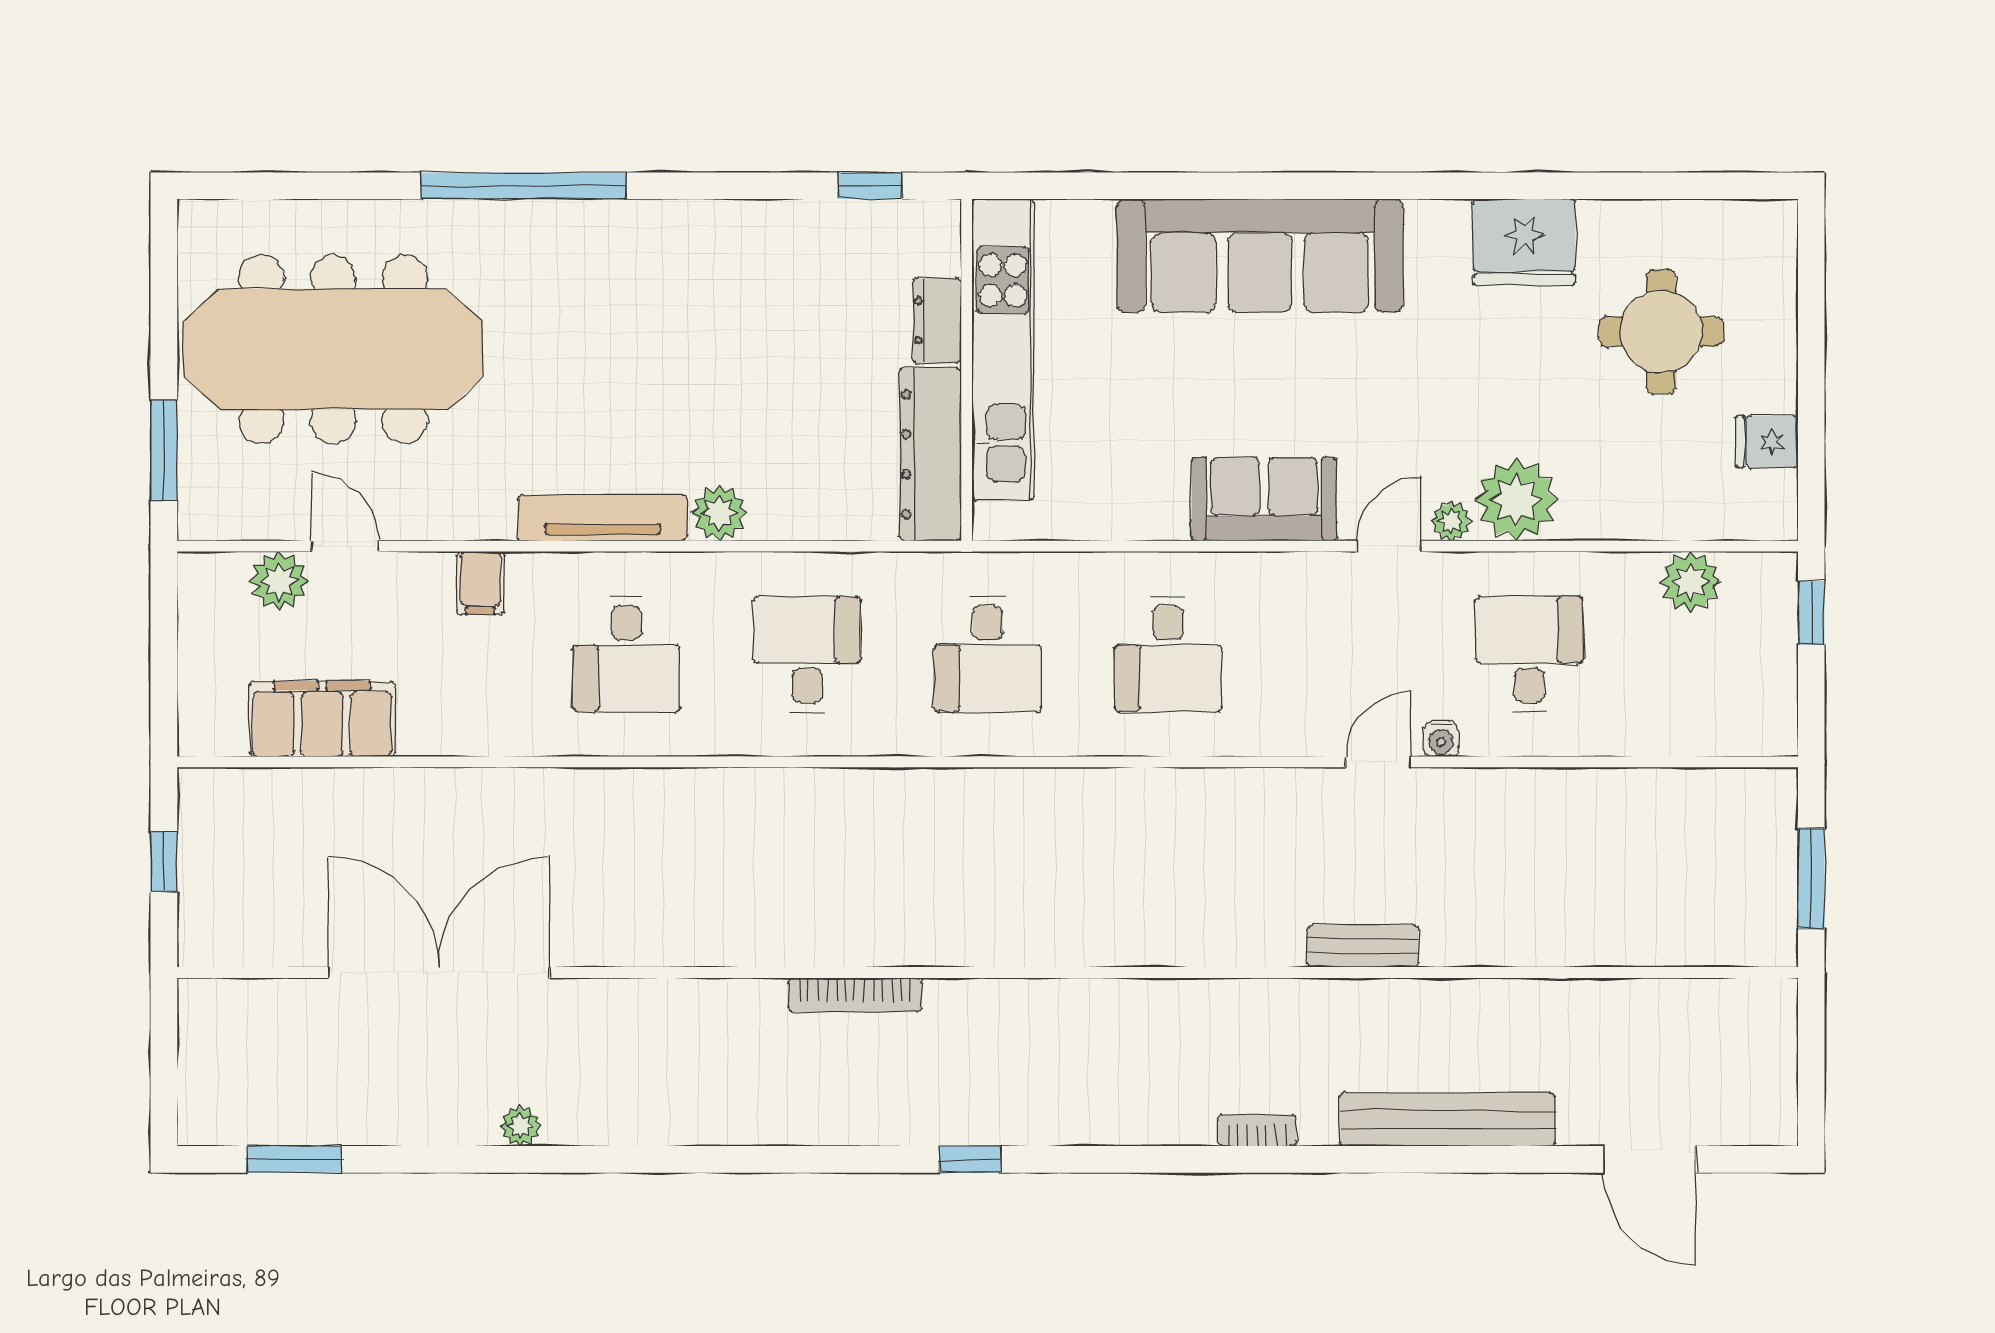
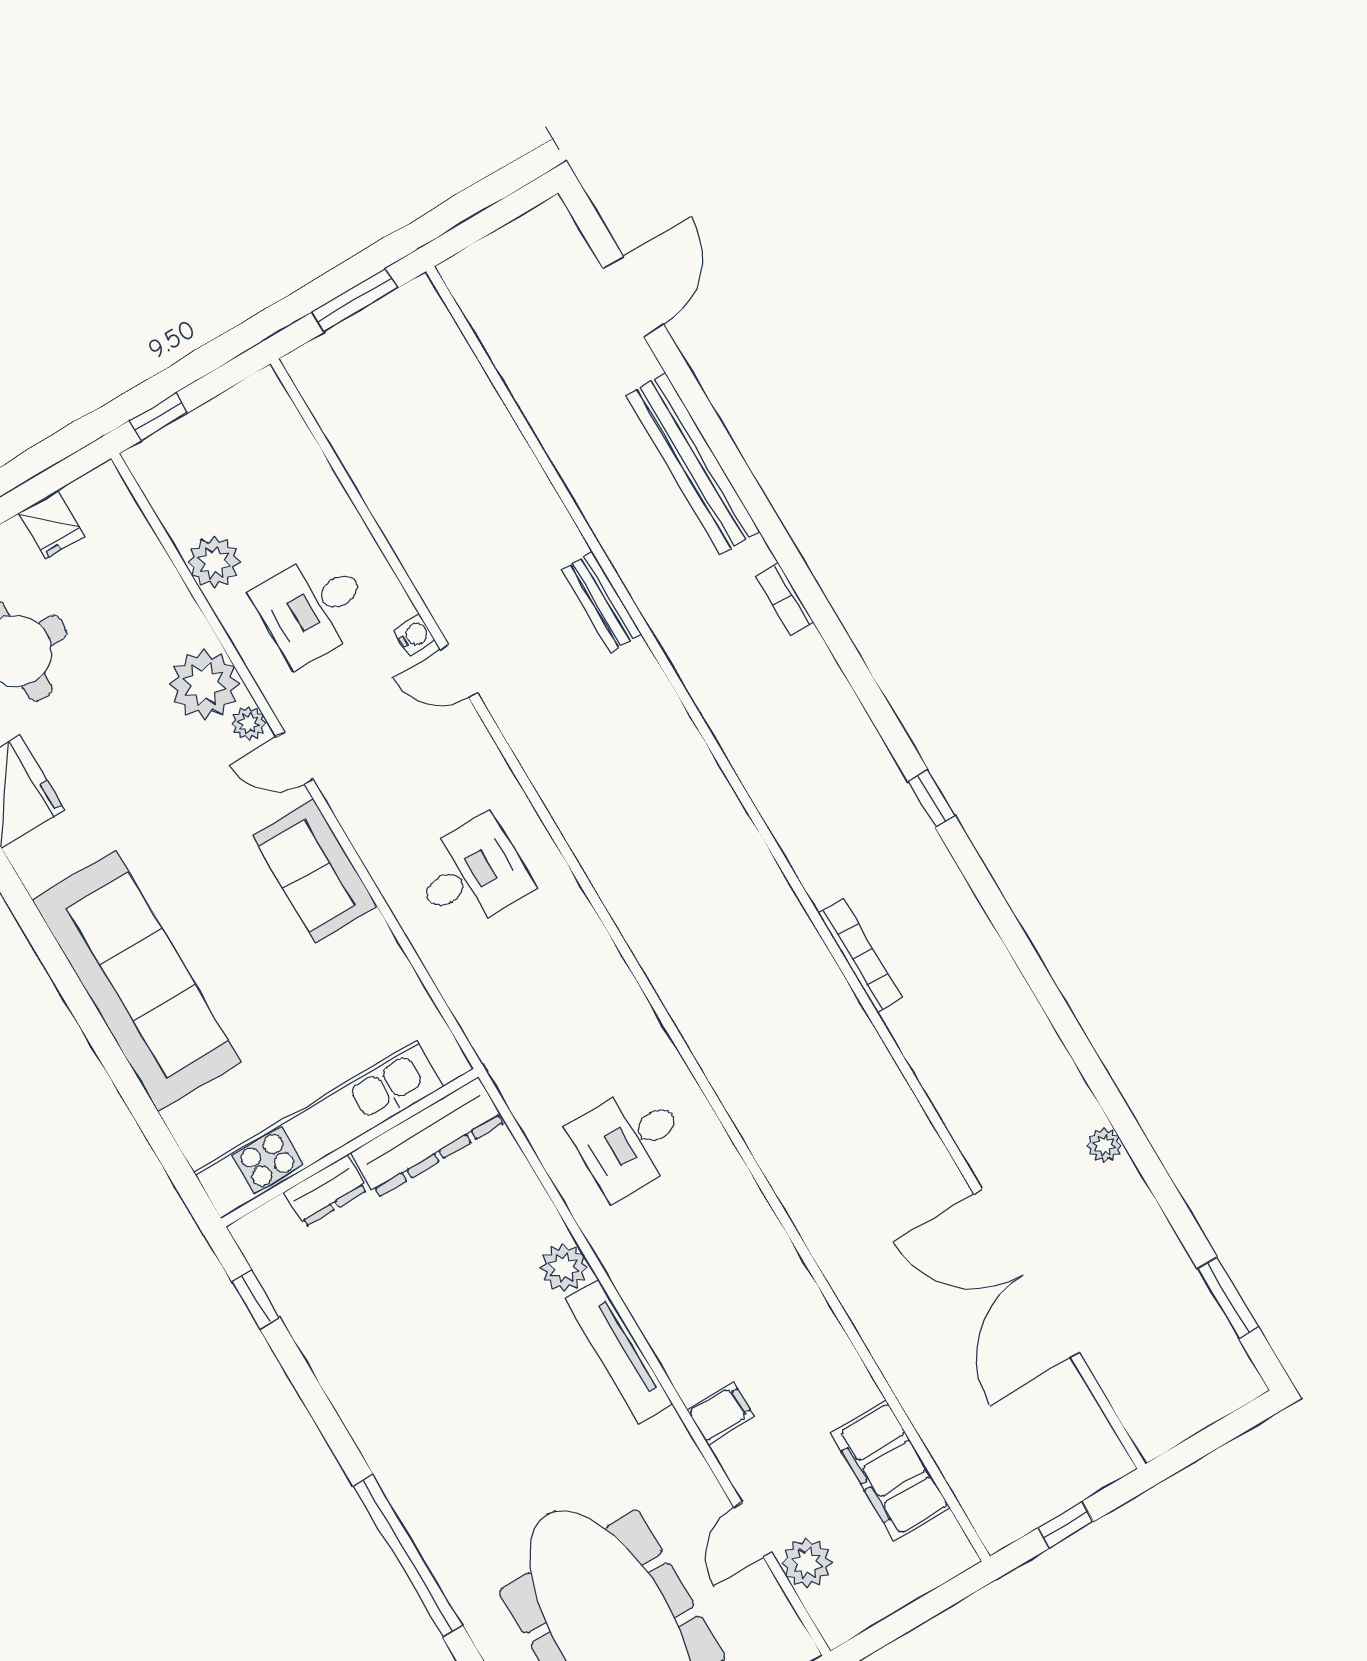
plant: (1690, 582) -> (214, 562), moved
desk: (627, 654) -> (709, 1274), removed
desk: (988, 654) -> (550, 1007), removed

